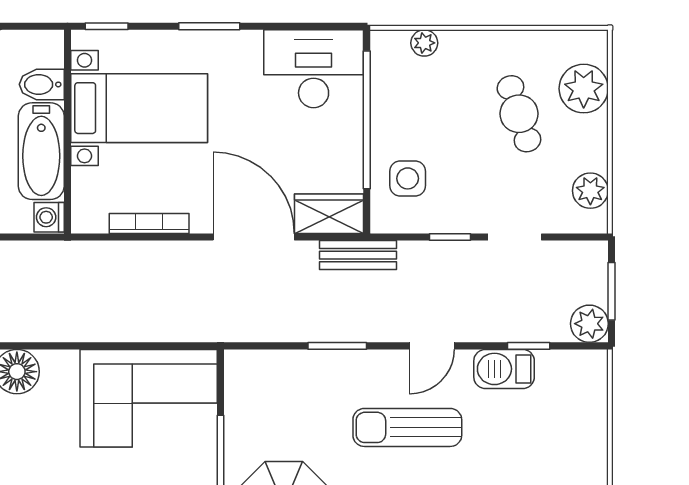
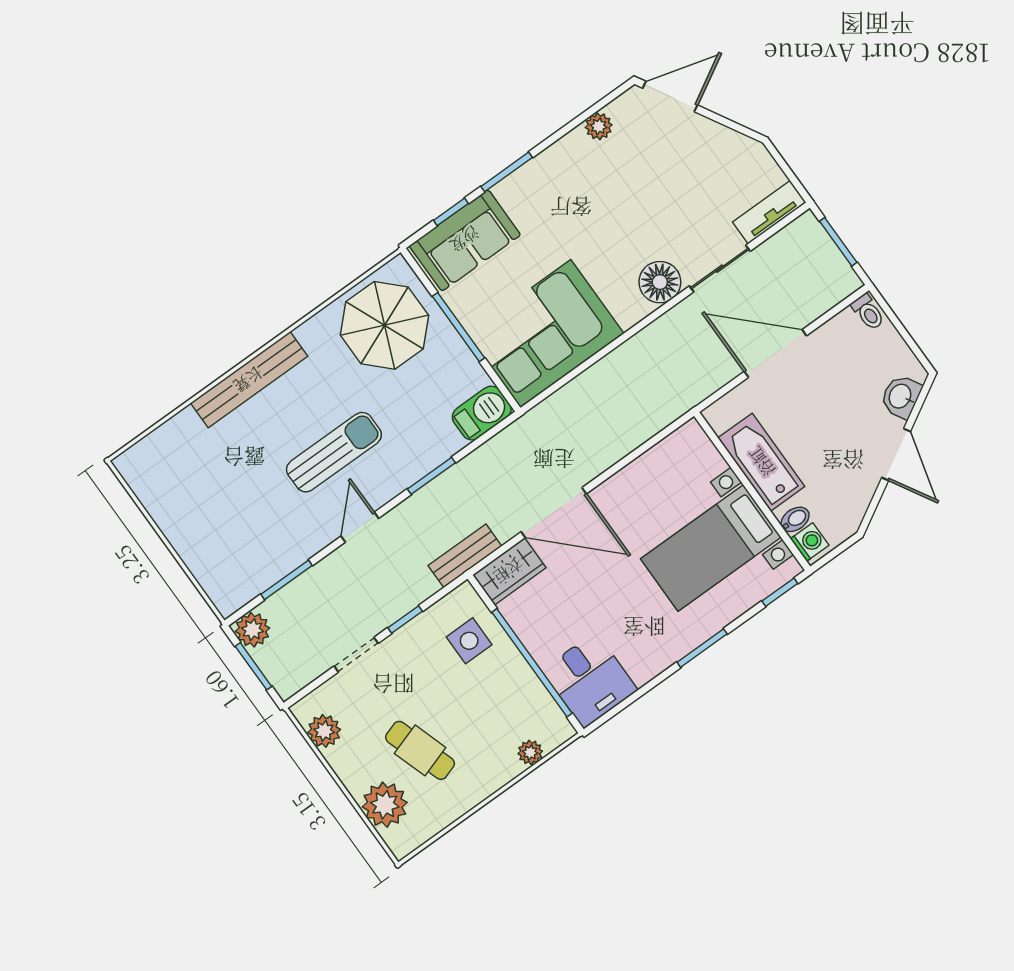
desk: (314, 69) -> (590, 680), width x0.73
bidet: (42, 84) -> (795, 519), width x0.72, depth x0.74
washing machine: (49, 217) -> (810, 542), moved
bookcase: (149, 223) -> (640, 466), removed
window: (529, 346) -> (286, 580), width x1.50
barbecue: (504, 369) -> (482, 413), moved

